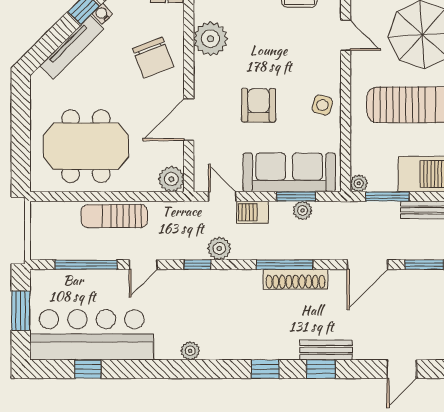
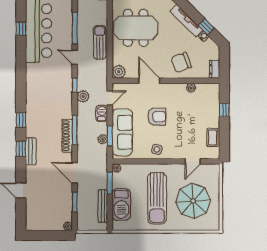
plant: (210, 39) -> (191, 88), width x0.53, depth x0.53
meeting table: (86, 146) -> (136, 28), turned 90
plant: (190, 351) -> (30, 81), removed

